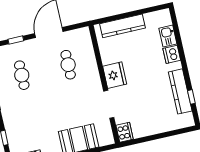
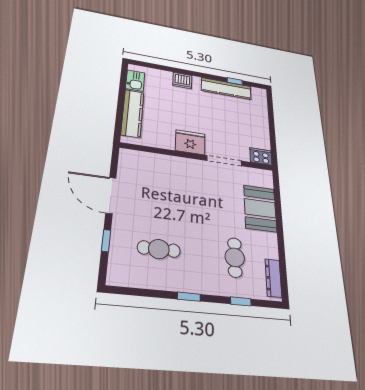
kitchen sink: (168, 36) -> (135, 81), moved, turned -90
cafe table: (68, 65) -> (235, 257), moved, turned 90

